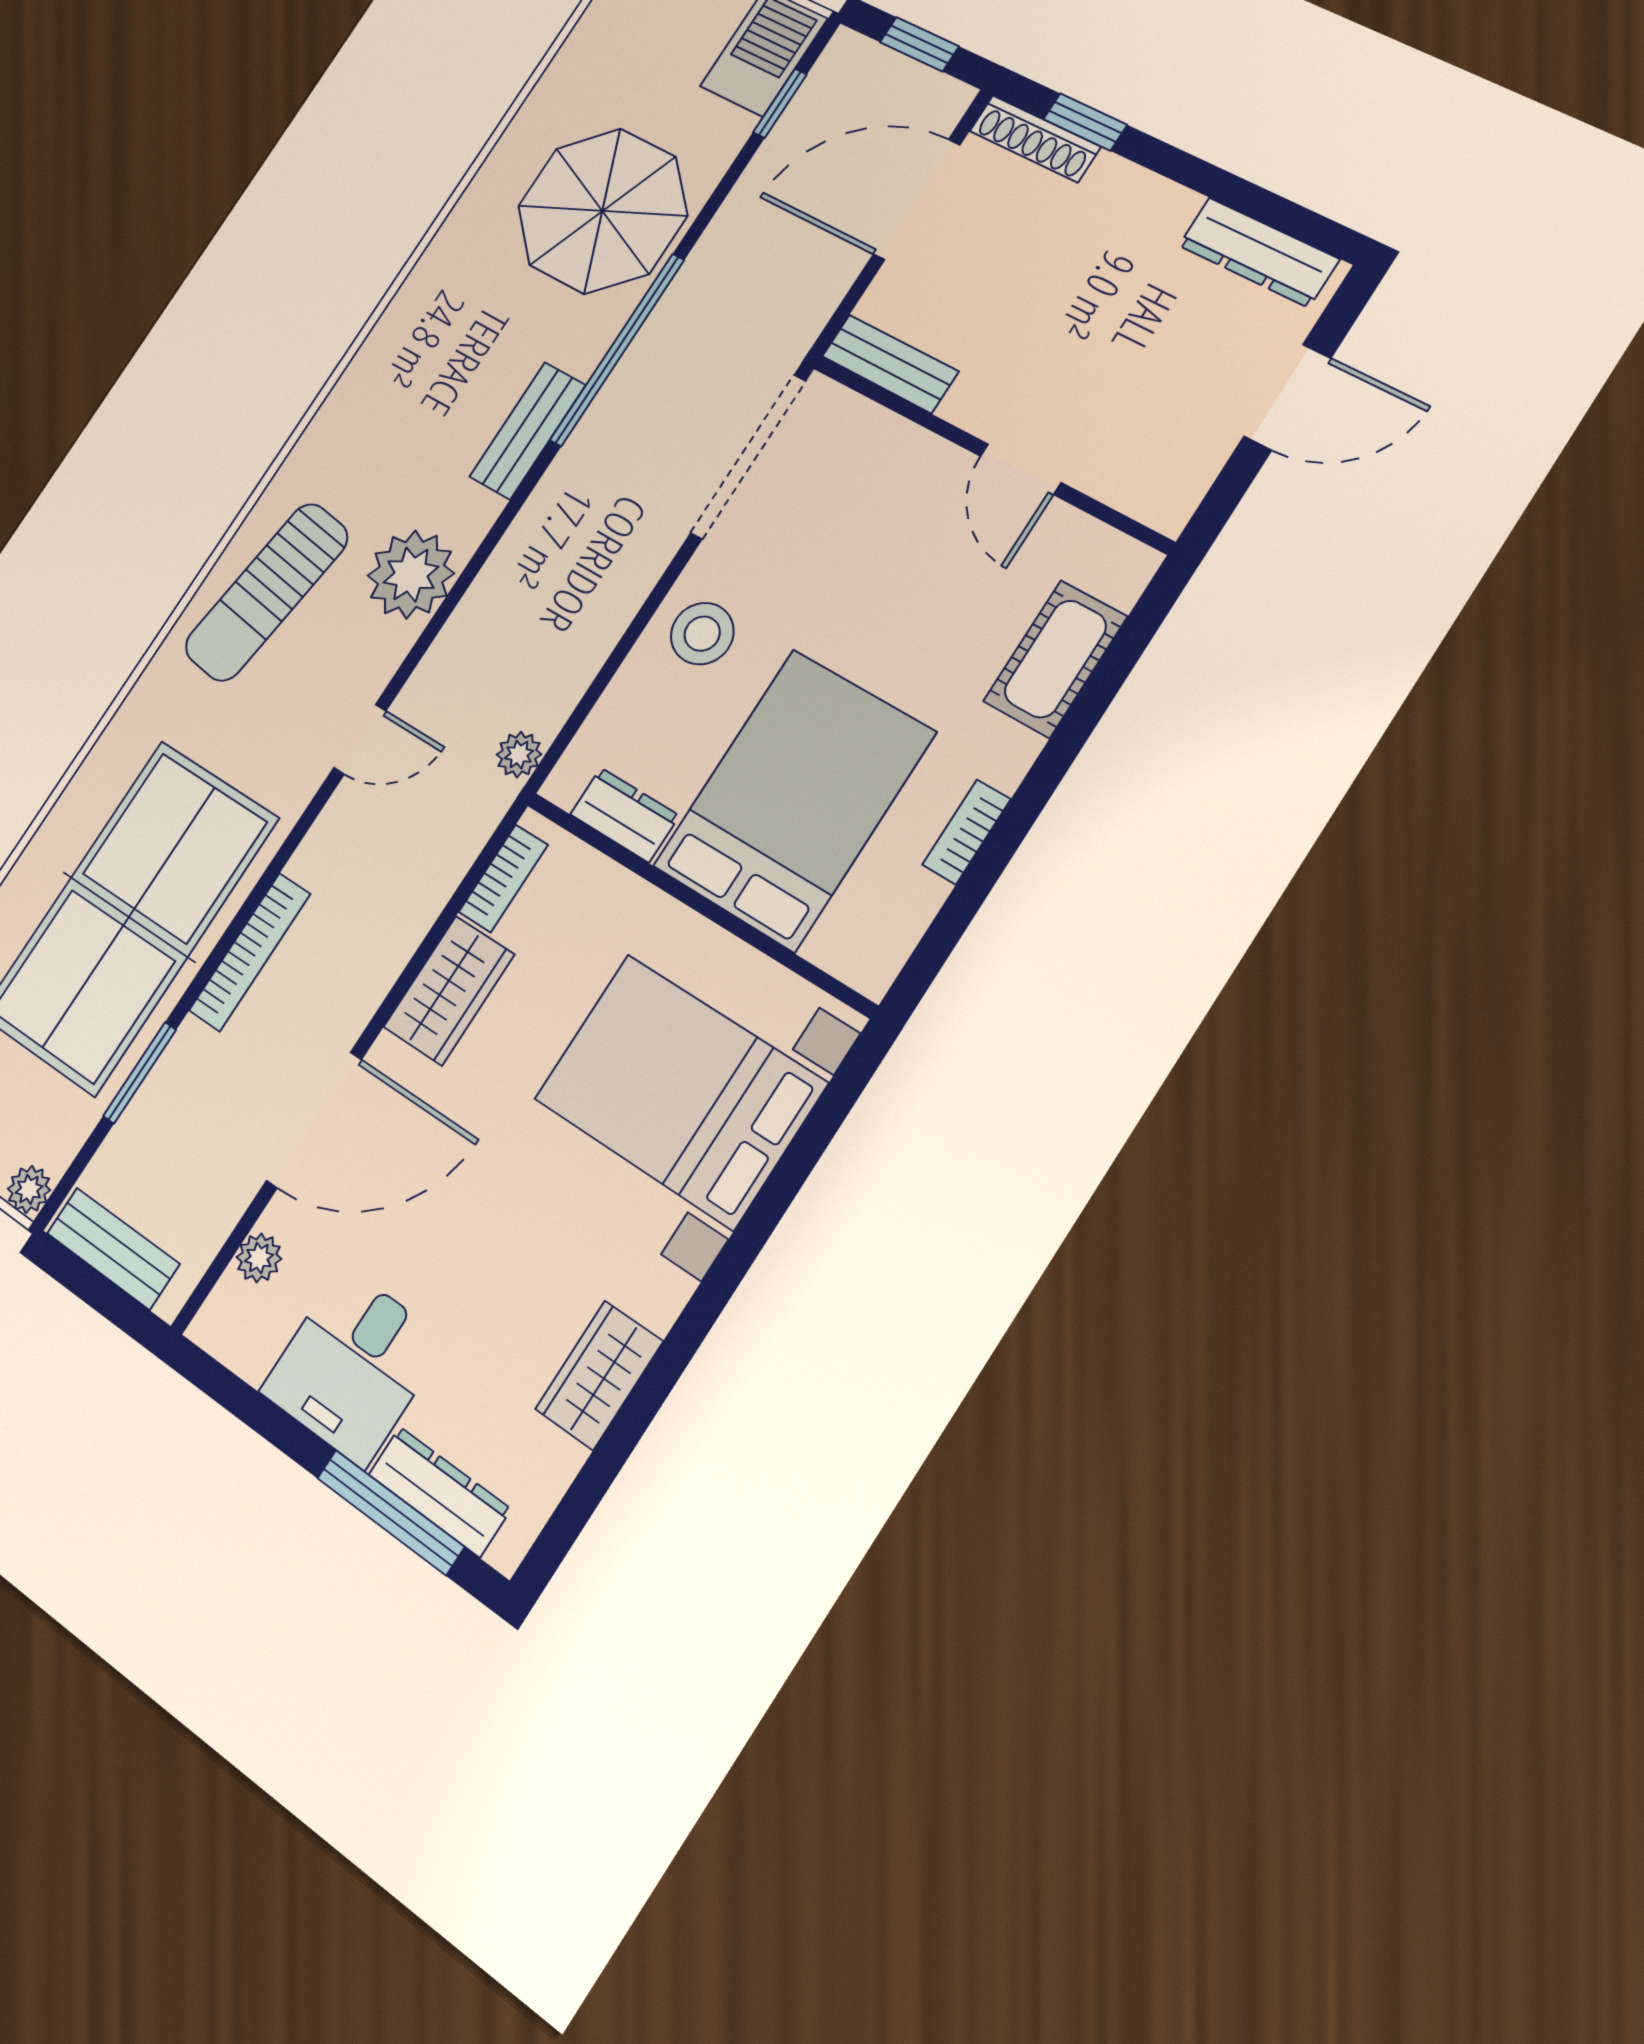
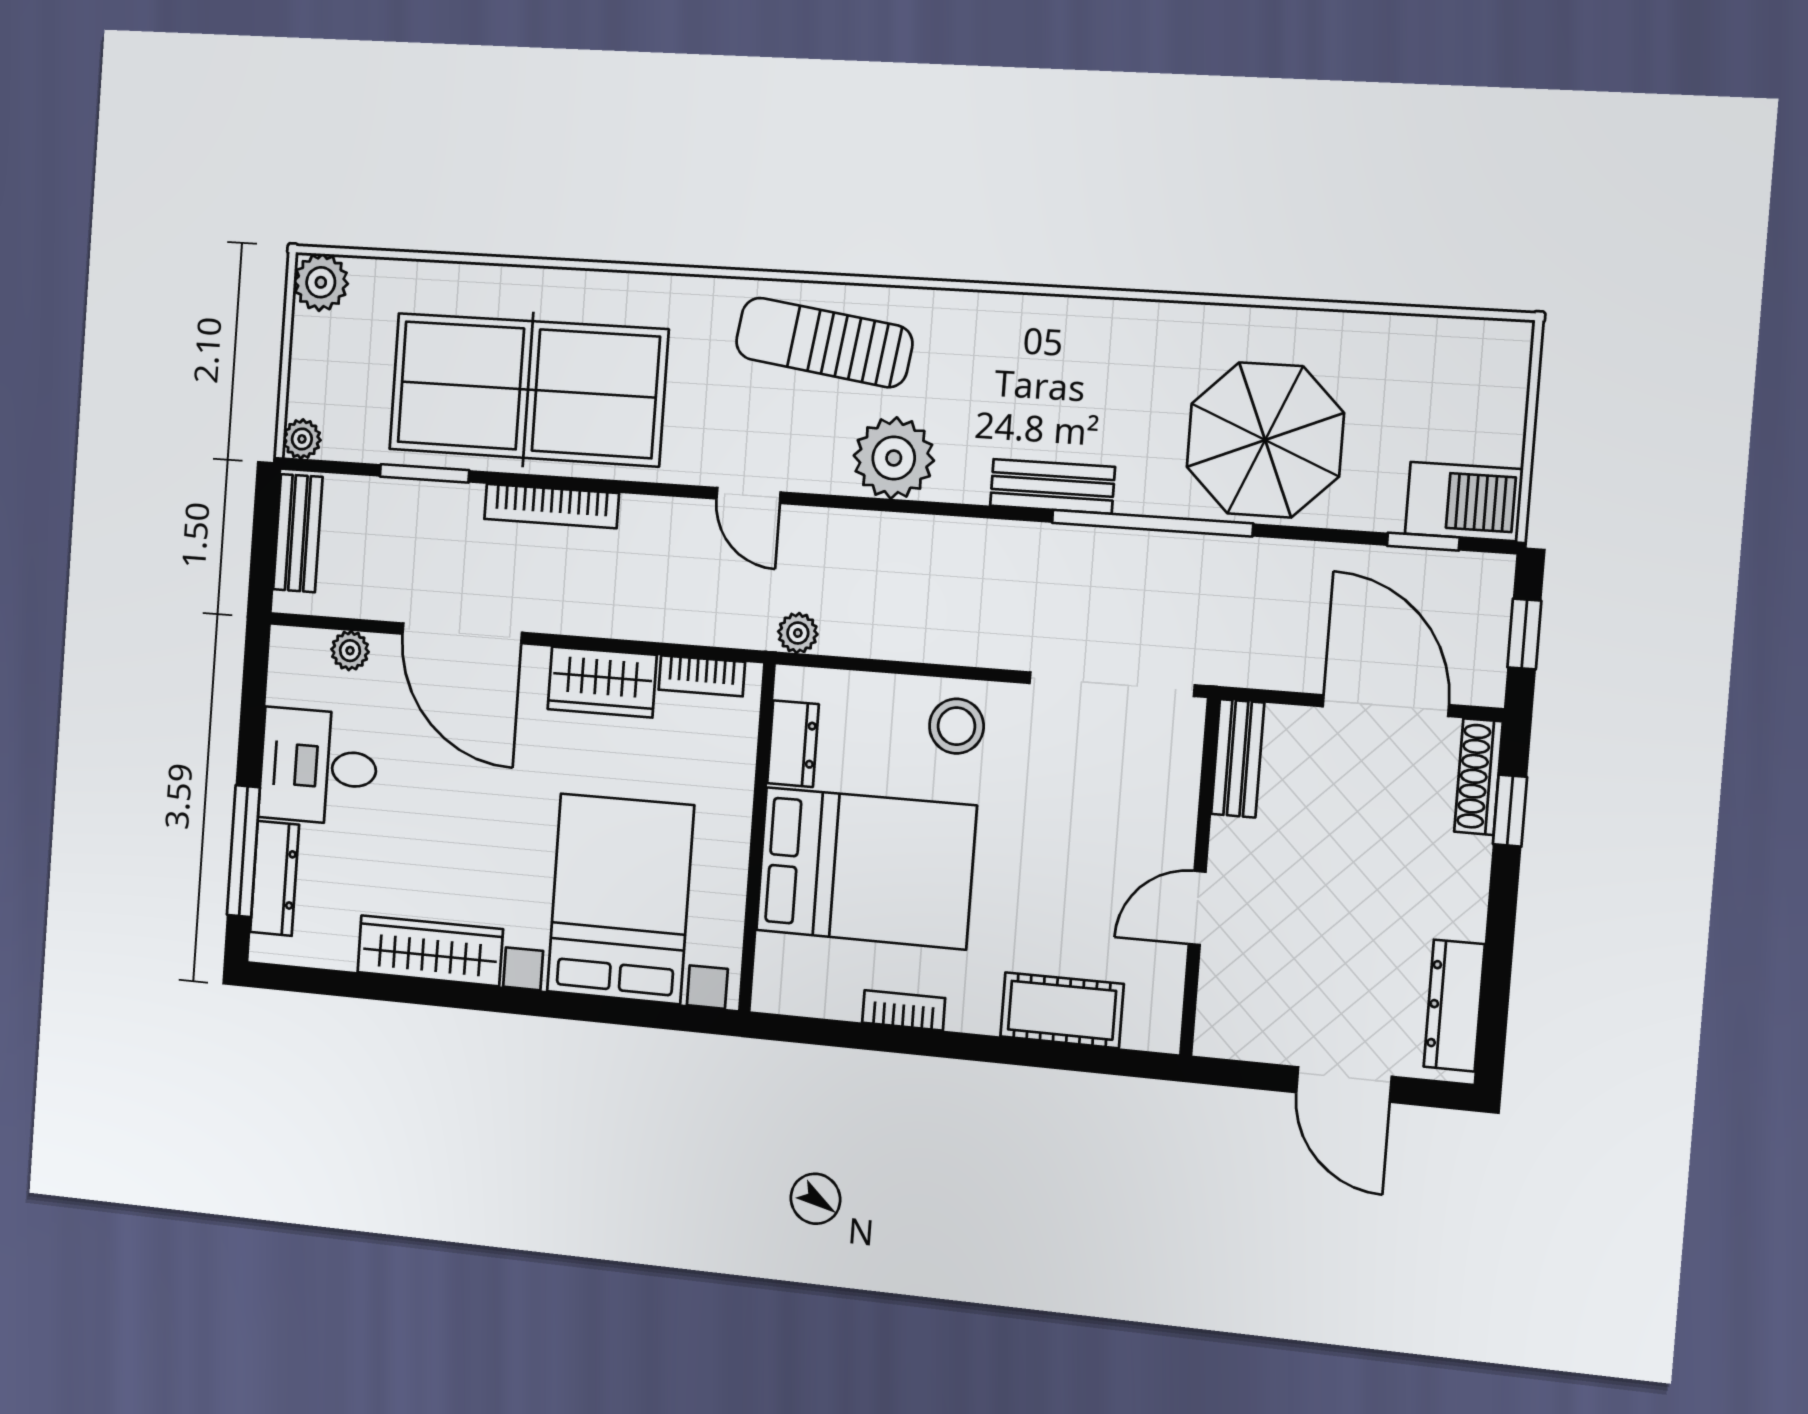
wardrobe: (599, 1375) -> (430, 951), width x1.50

